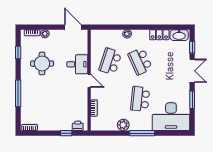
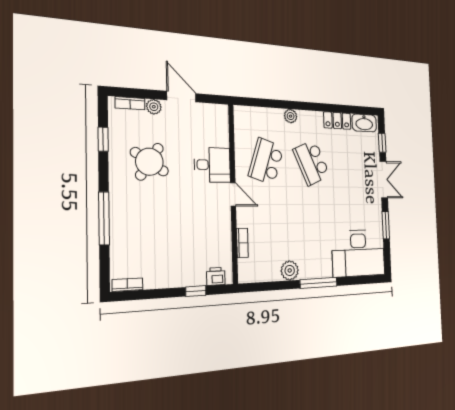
door: (73, 27) -> (181, 97), moved
round table: (42, 64) -> (149, 162), turned 33
school desk: (140, 99) -> (314, 225), removed

